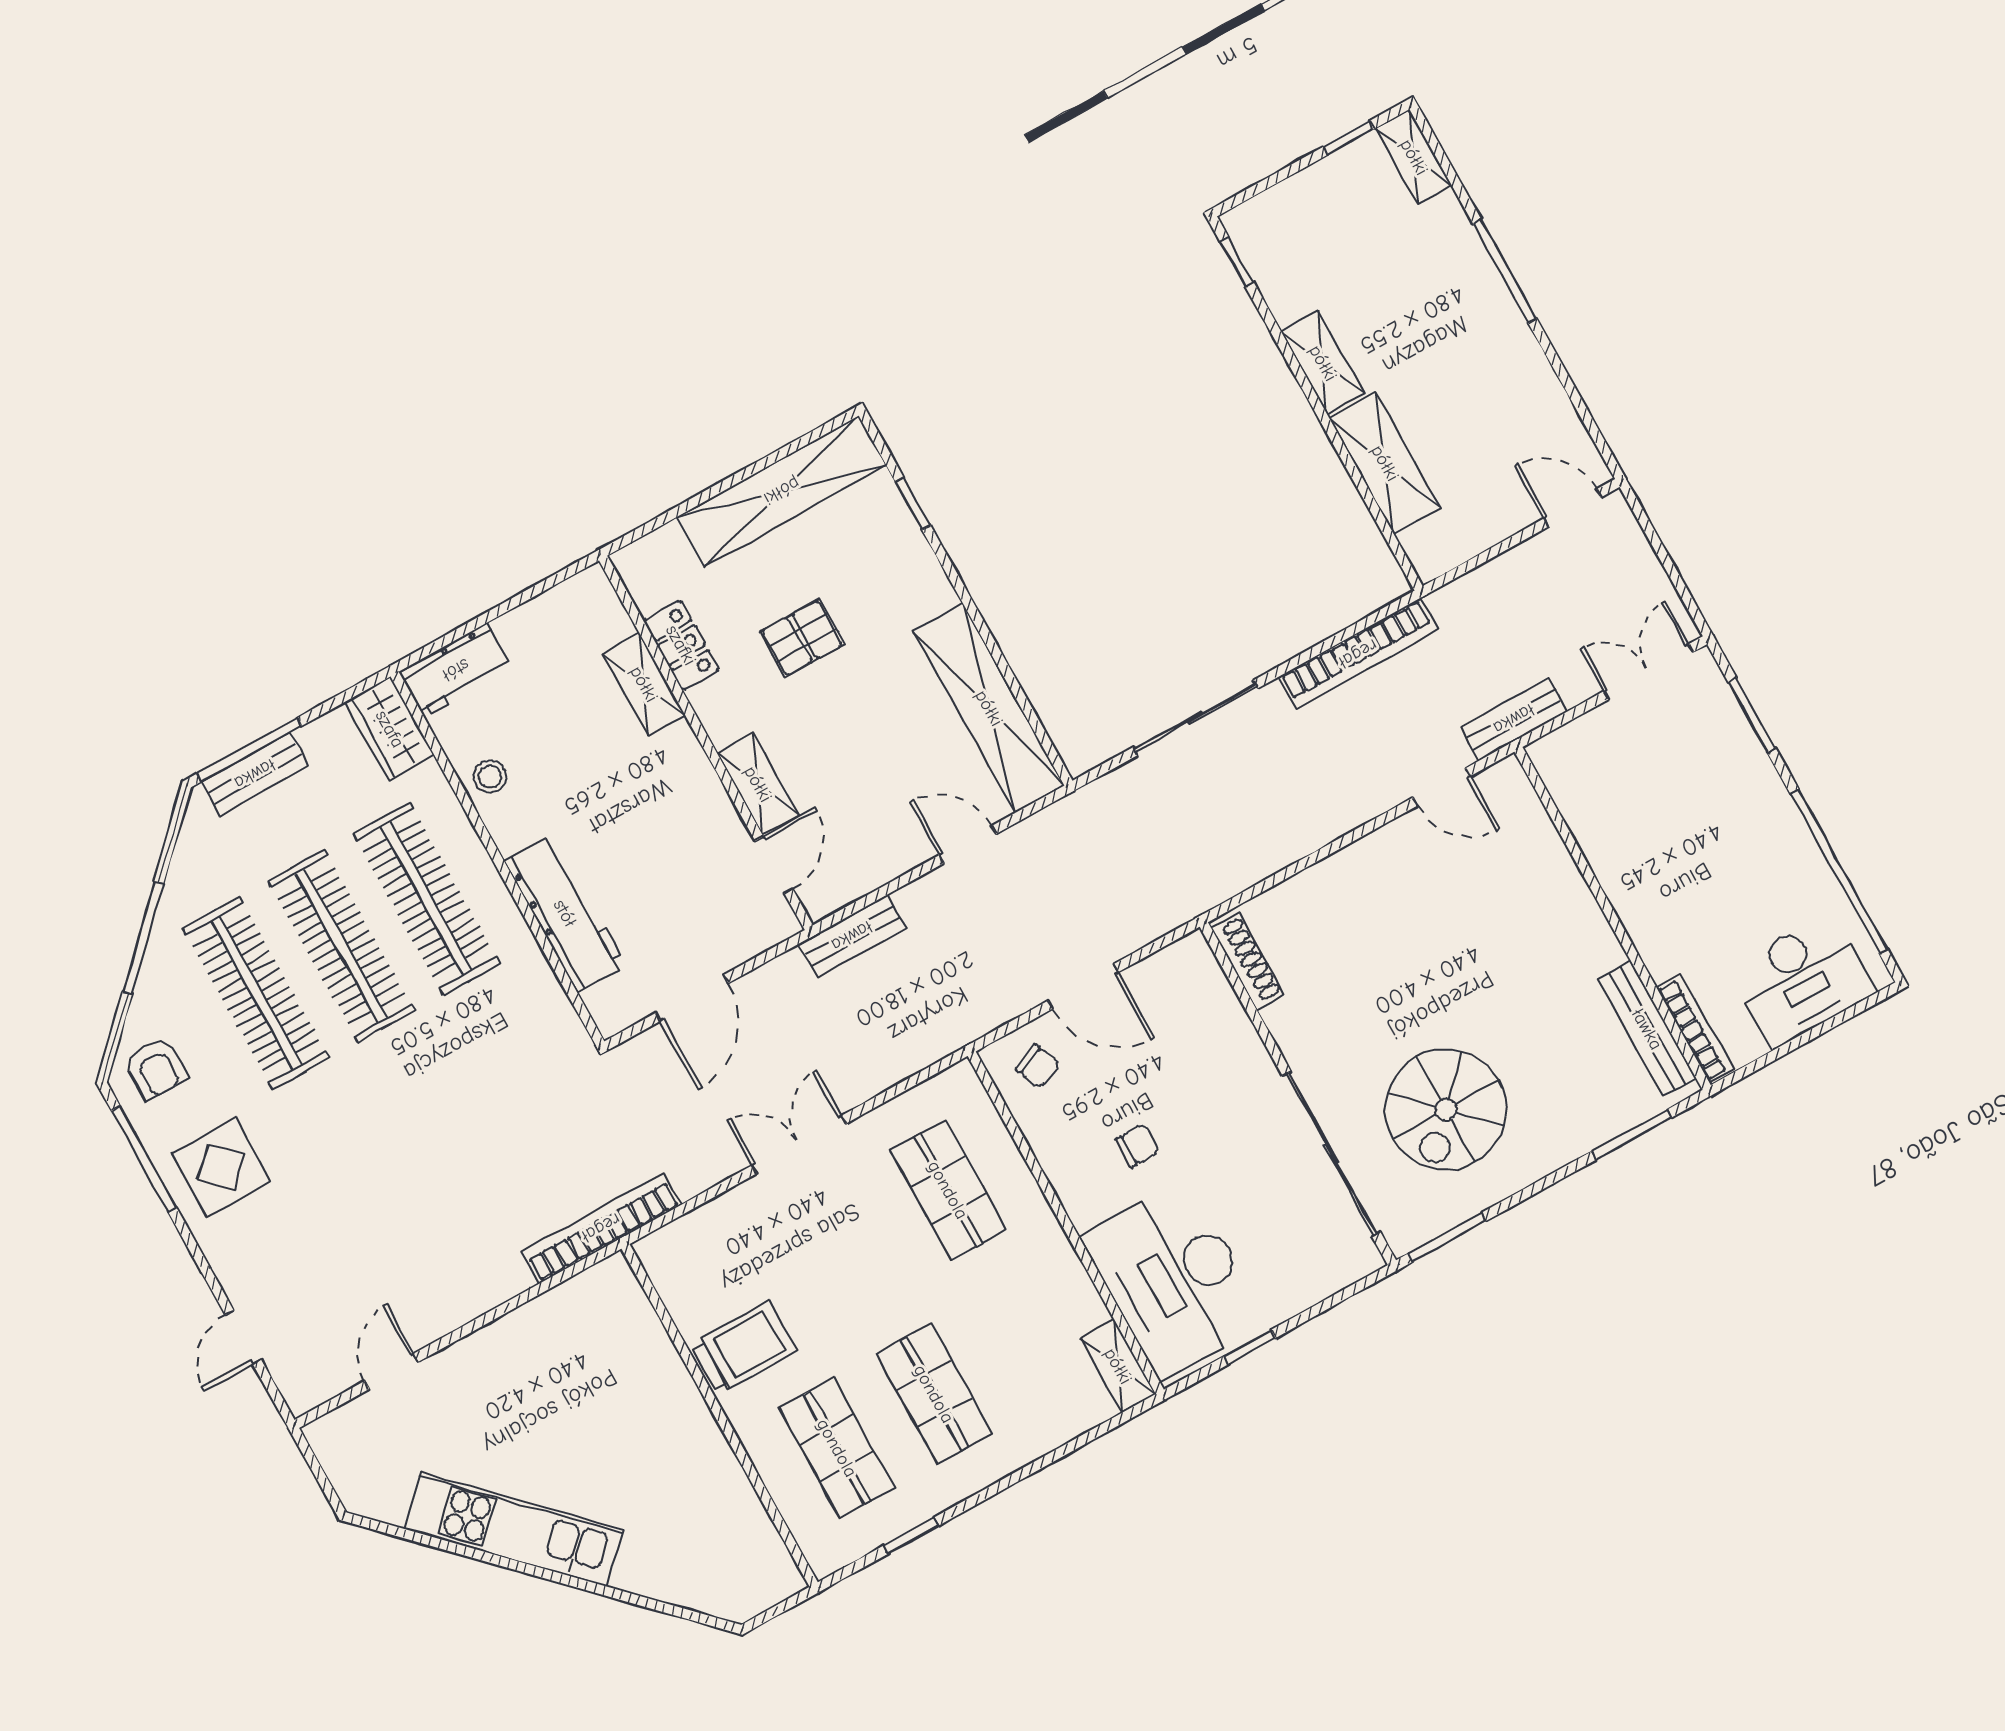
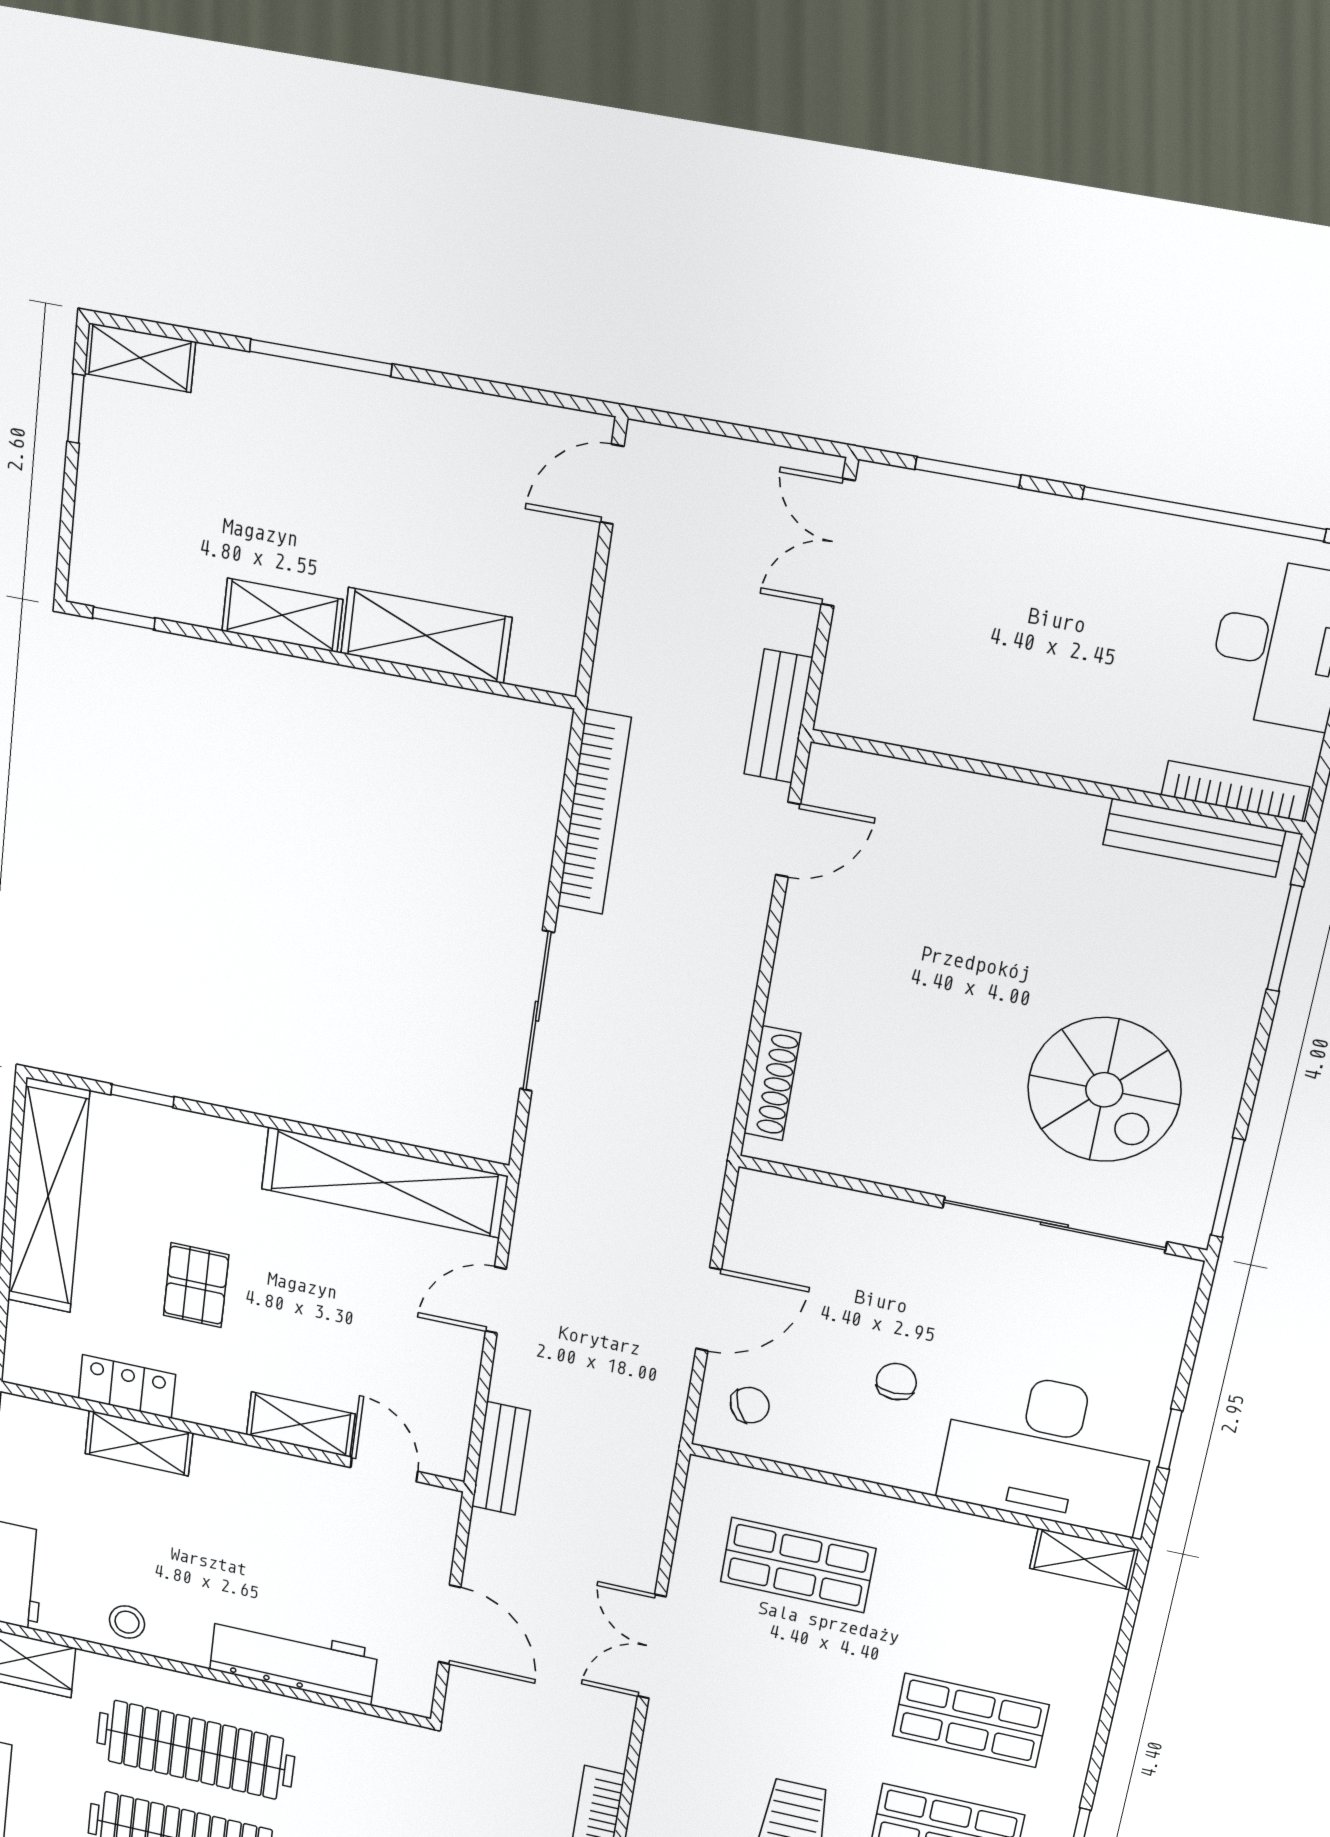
shoe rack: (1248, 961) -> (772, 1083), moved, turned 90

